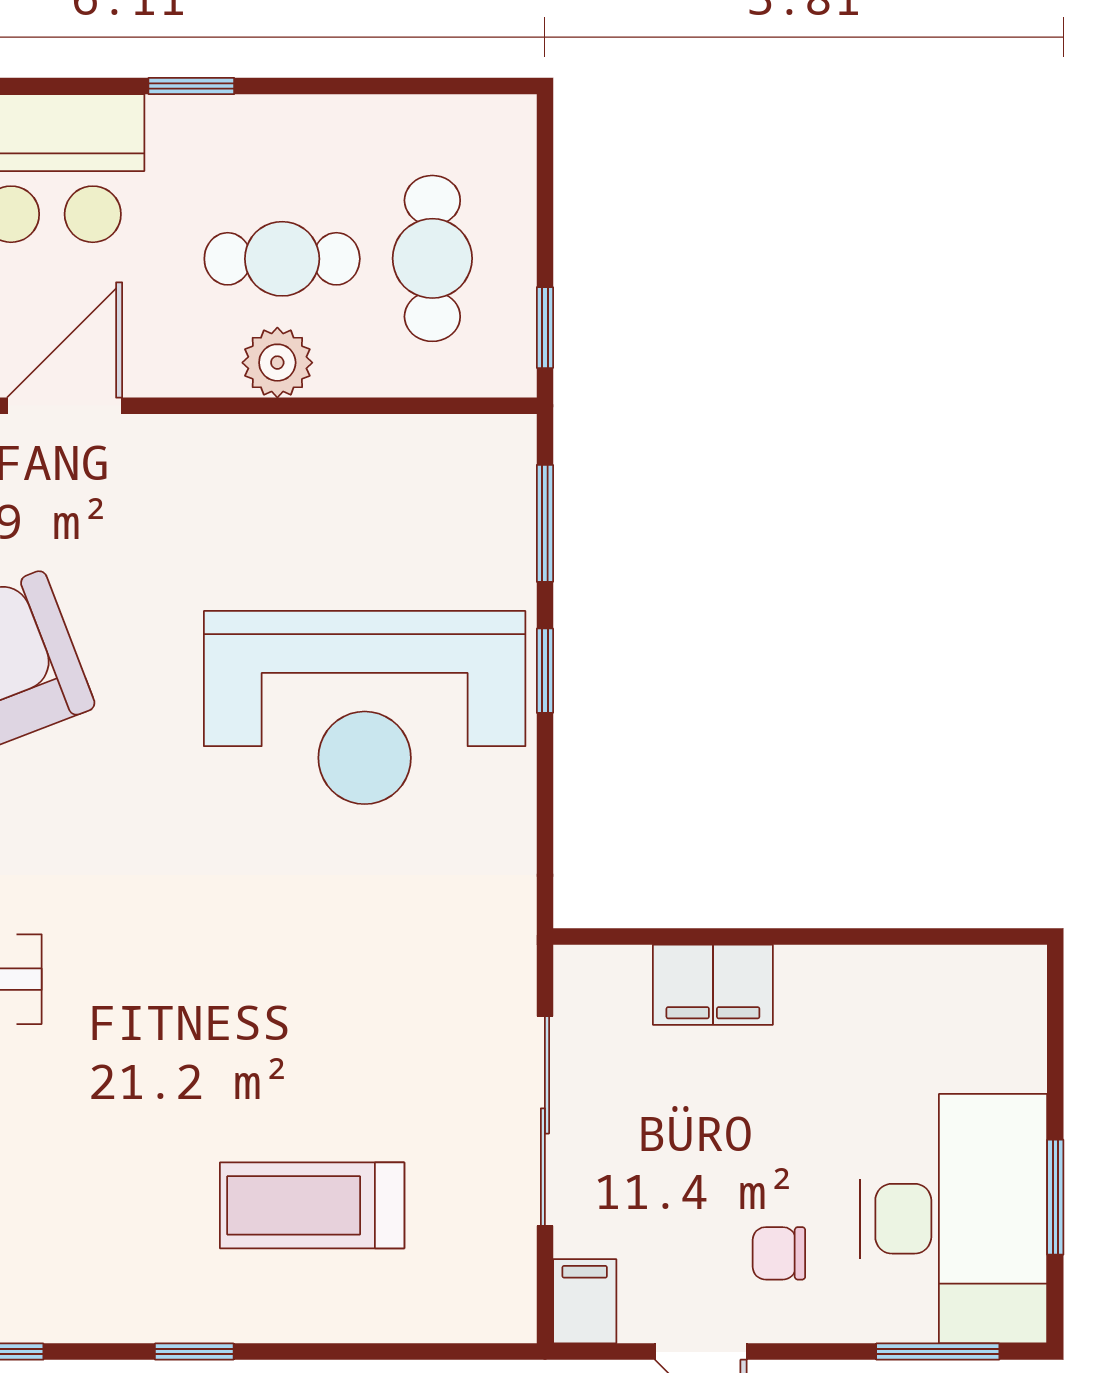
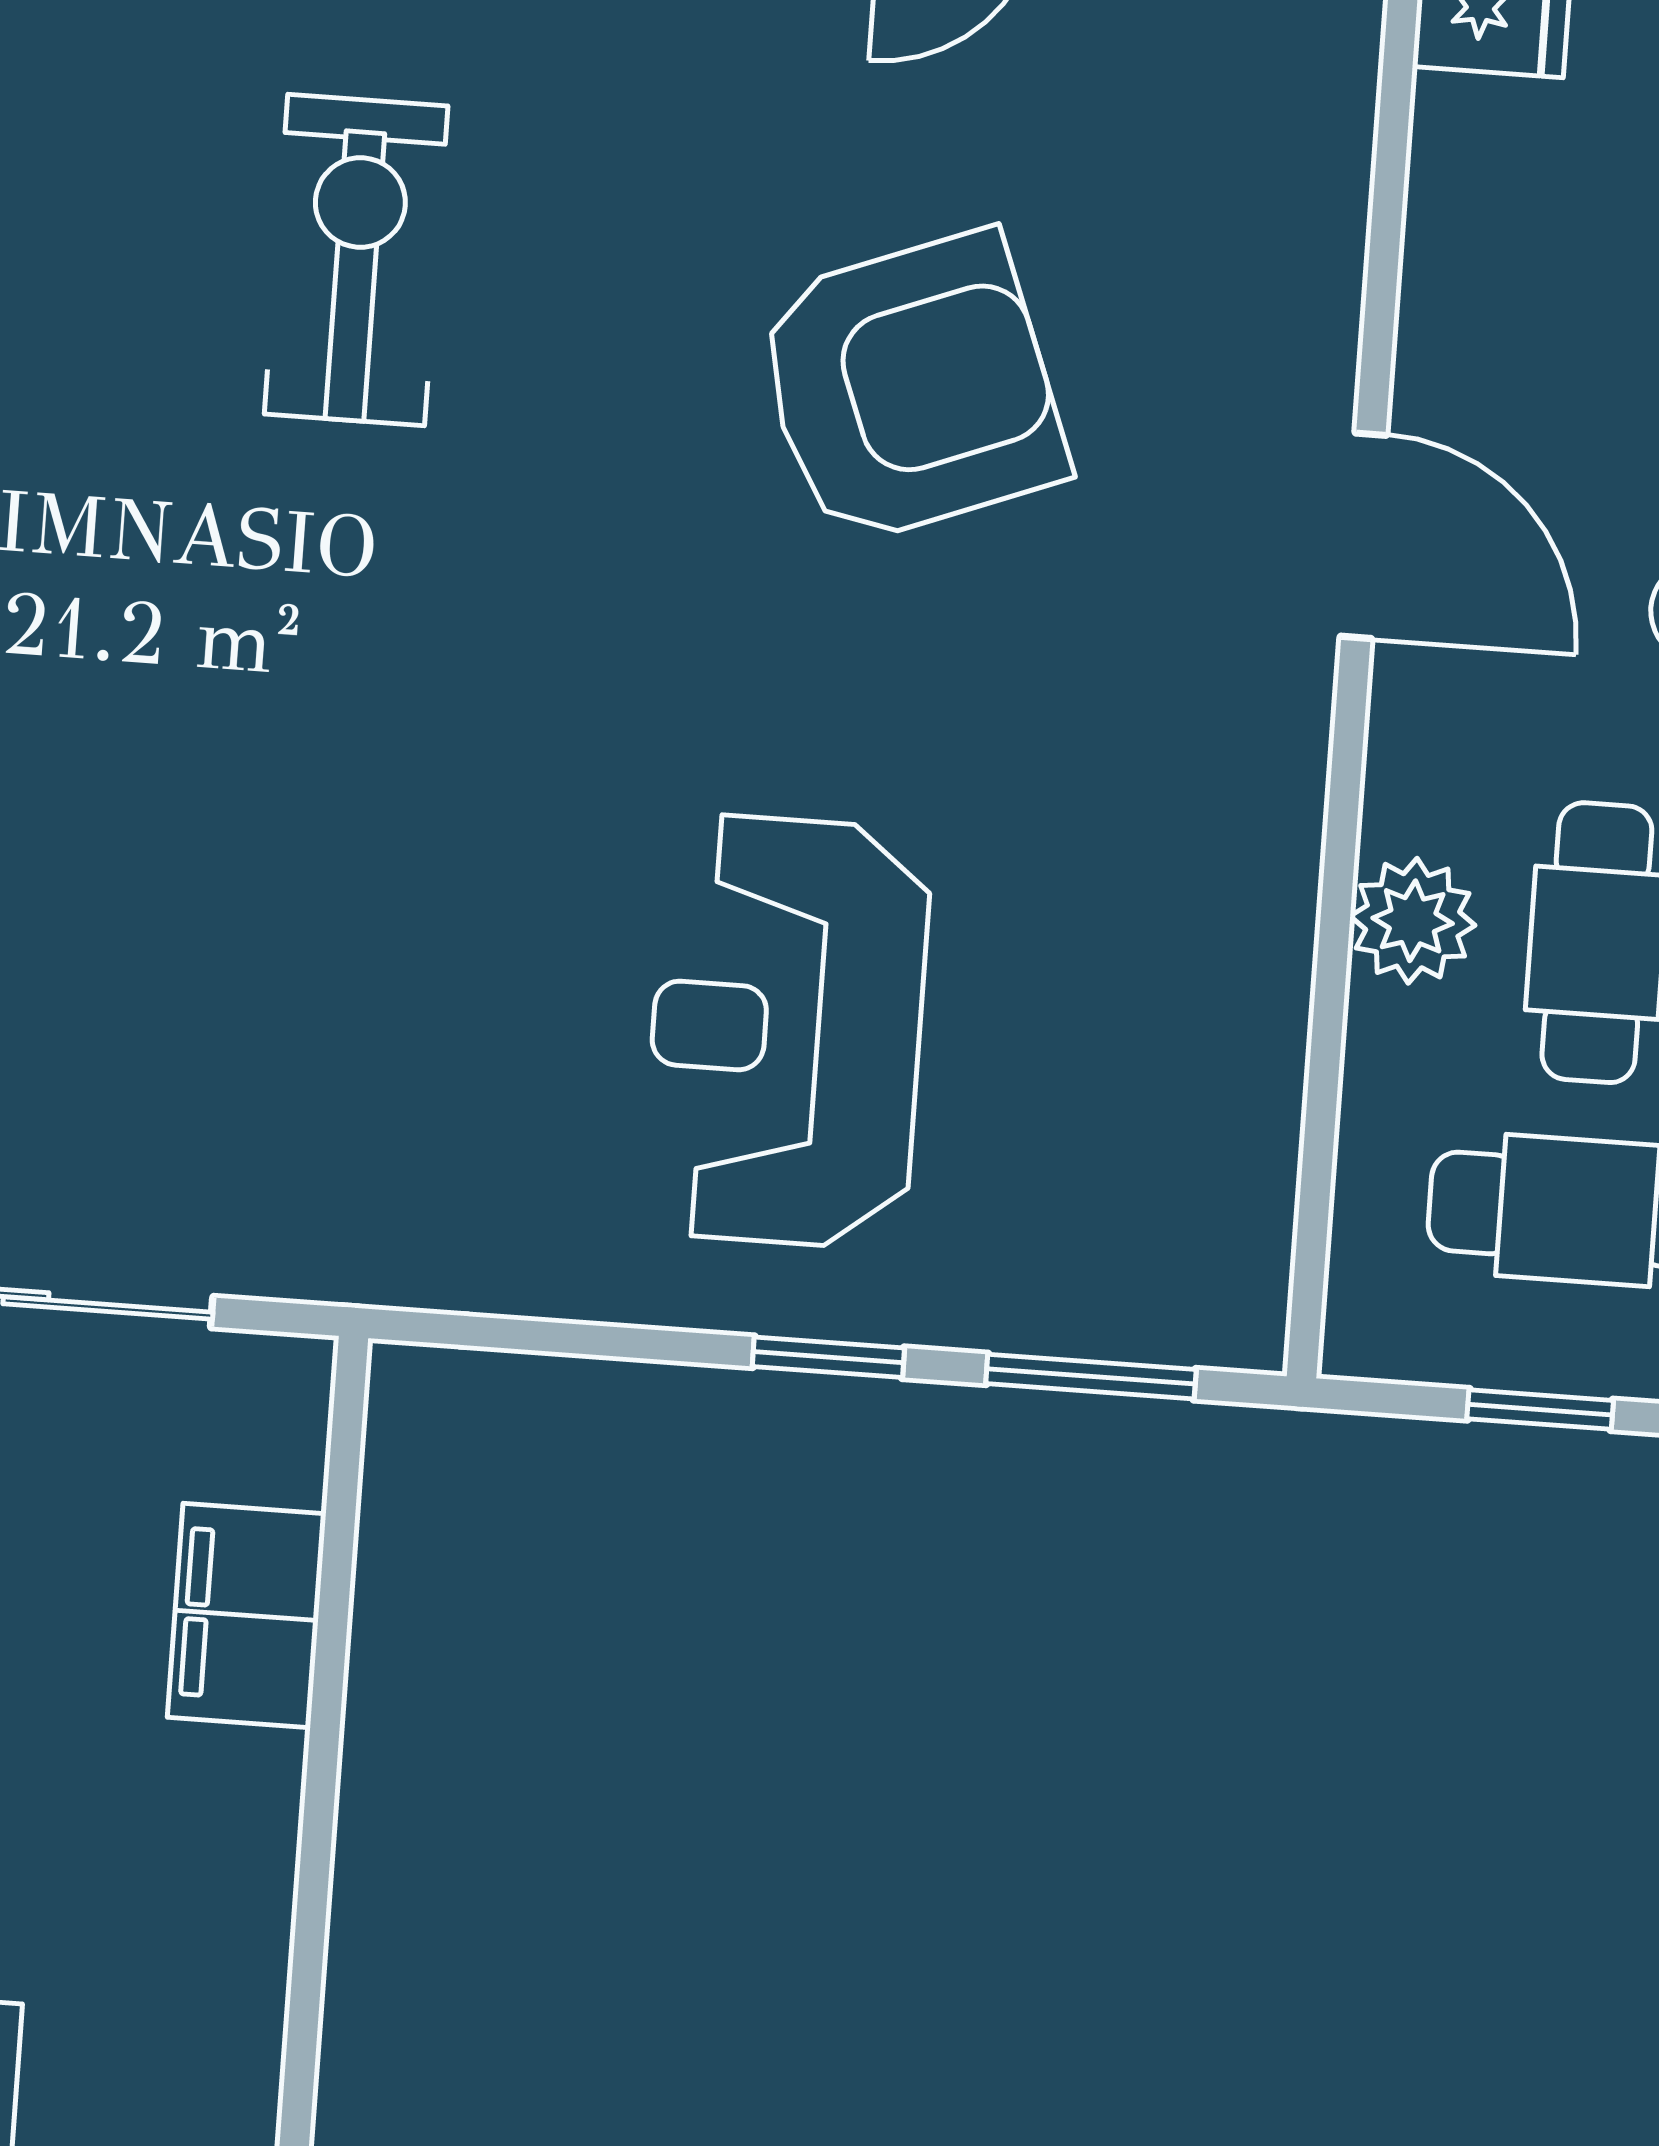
window: (545, 328) -> (1540, 1410), moved
reception desk: (365, 708) -> (786, 1031), width x0.74, depth x0.77

